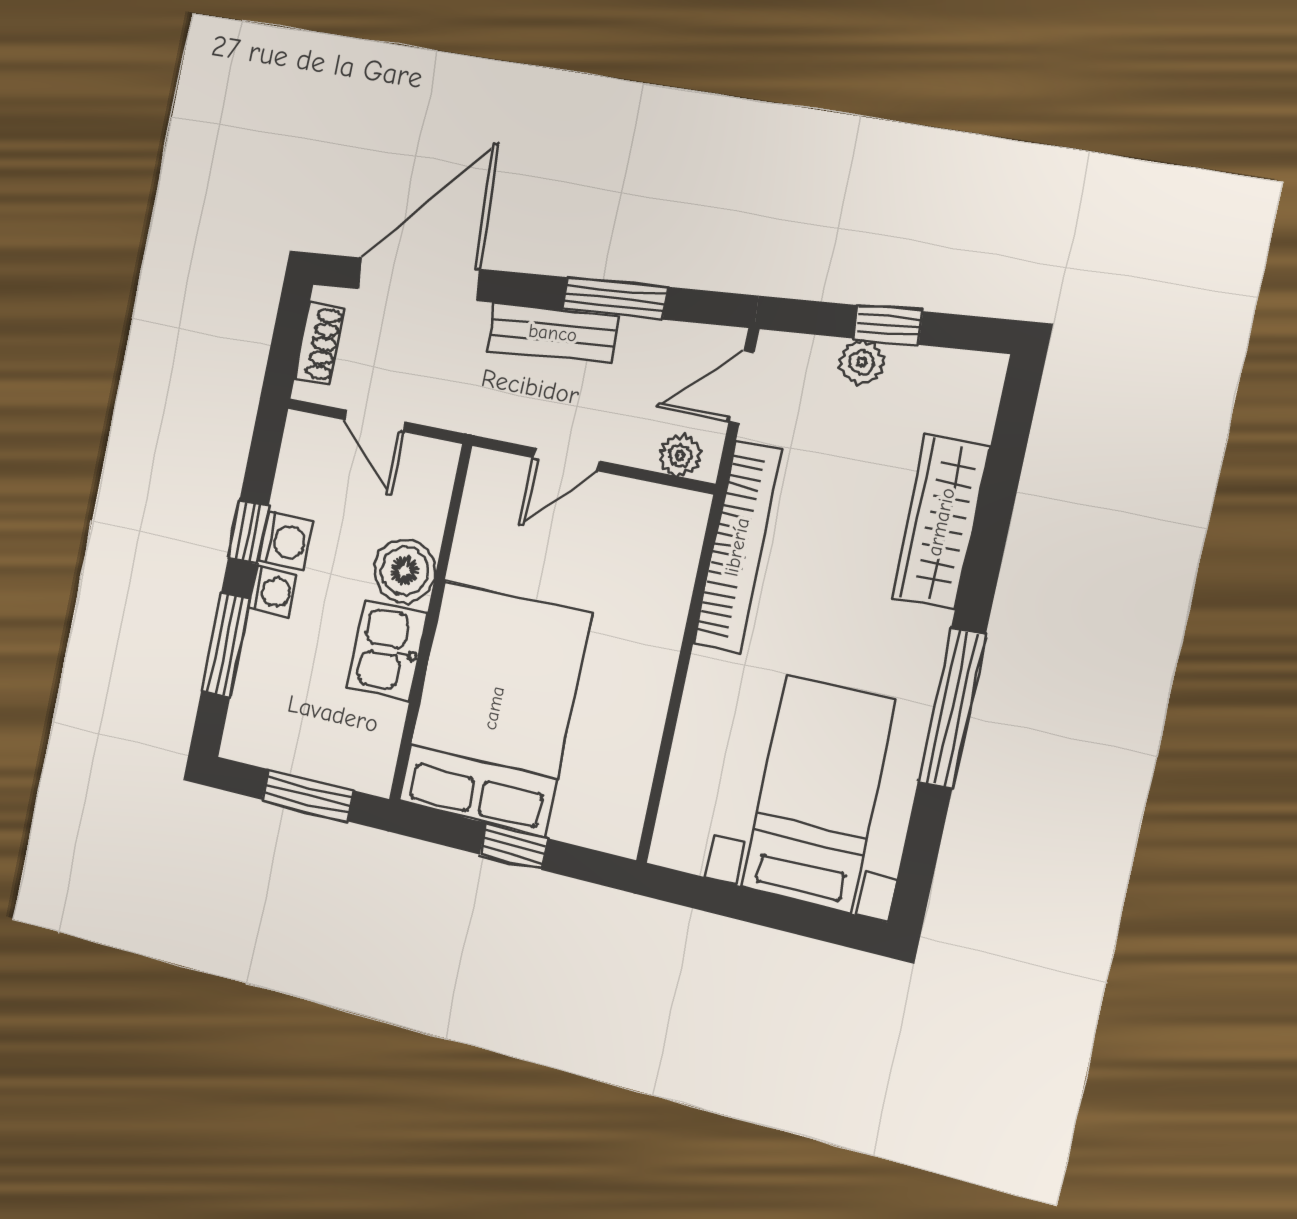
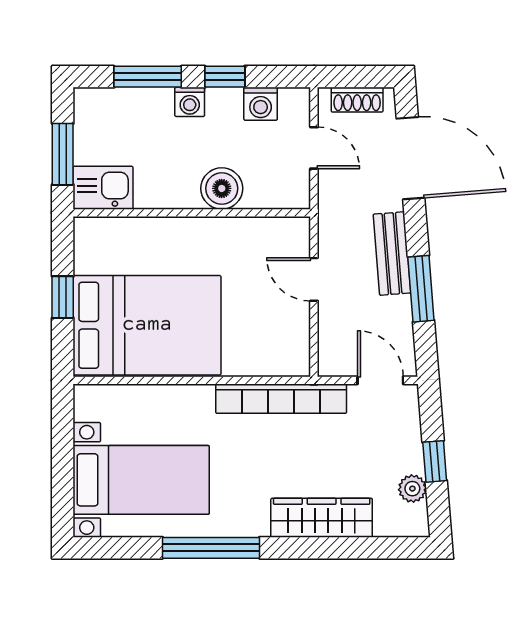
plant: (862, 362) -> (412, 489), moved
door: (375, 421) -> (314, 148), swing flipped
plant: (680, 455) -> (331, 351), removed
washing machine: (286, 542) -> (261, 104), moved
kitchen sink: (387, 650) -> (103, 188), moved
bed: (494, 708) -> (147, 325), moved

